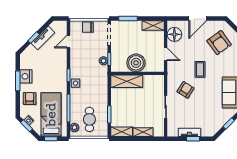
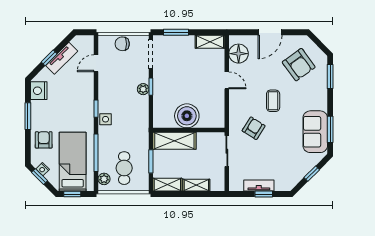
boiler: (136, 63) -> (187, 116), moved
wall: (137, 73) -> (189, 130), moved
nightstand: (26, 76) -> (39, 91), moved
shelving: (127, 81) -> (174, 141), moved

